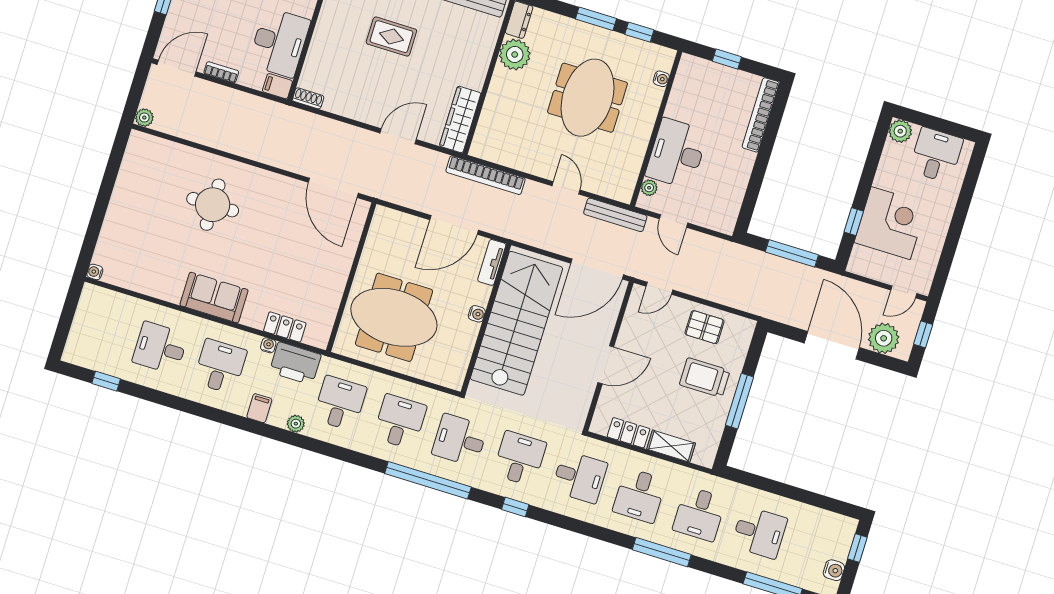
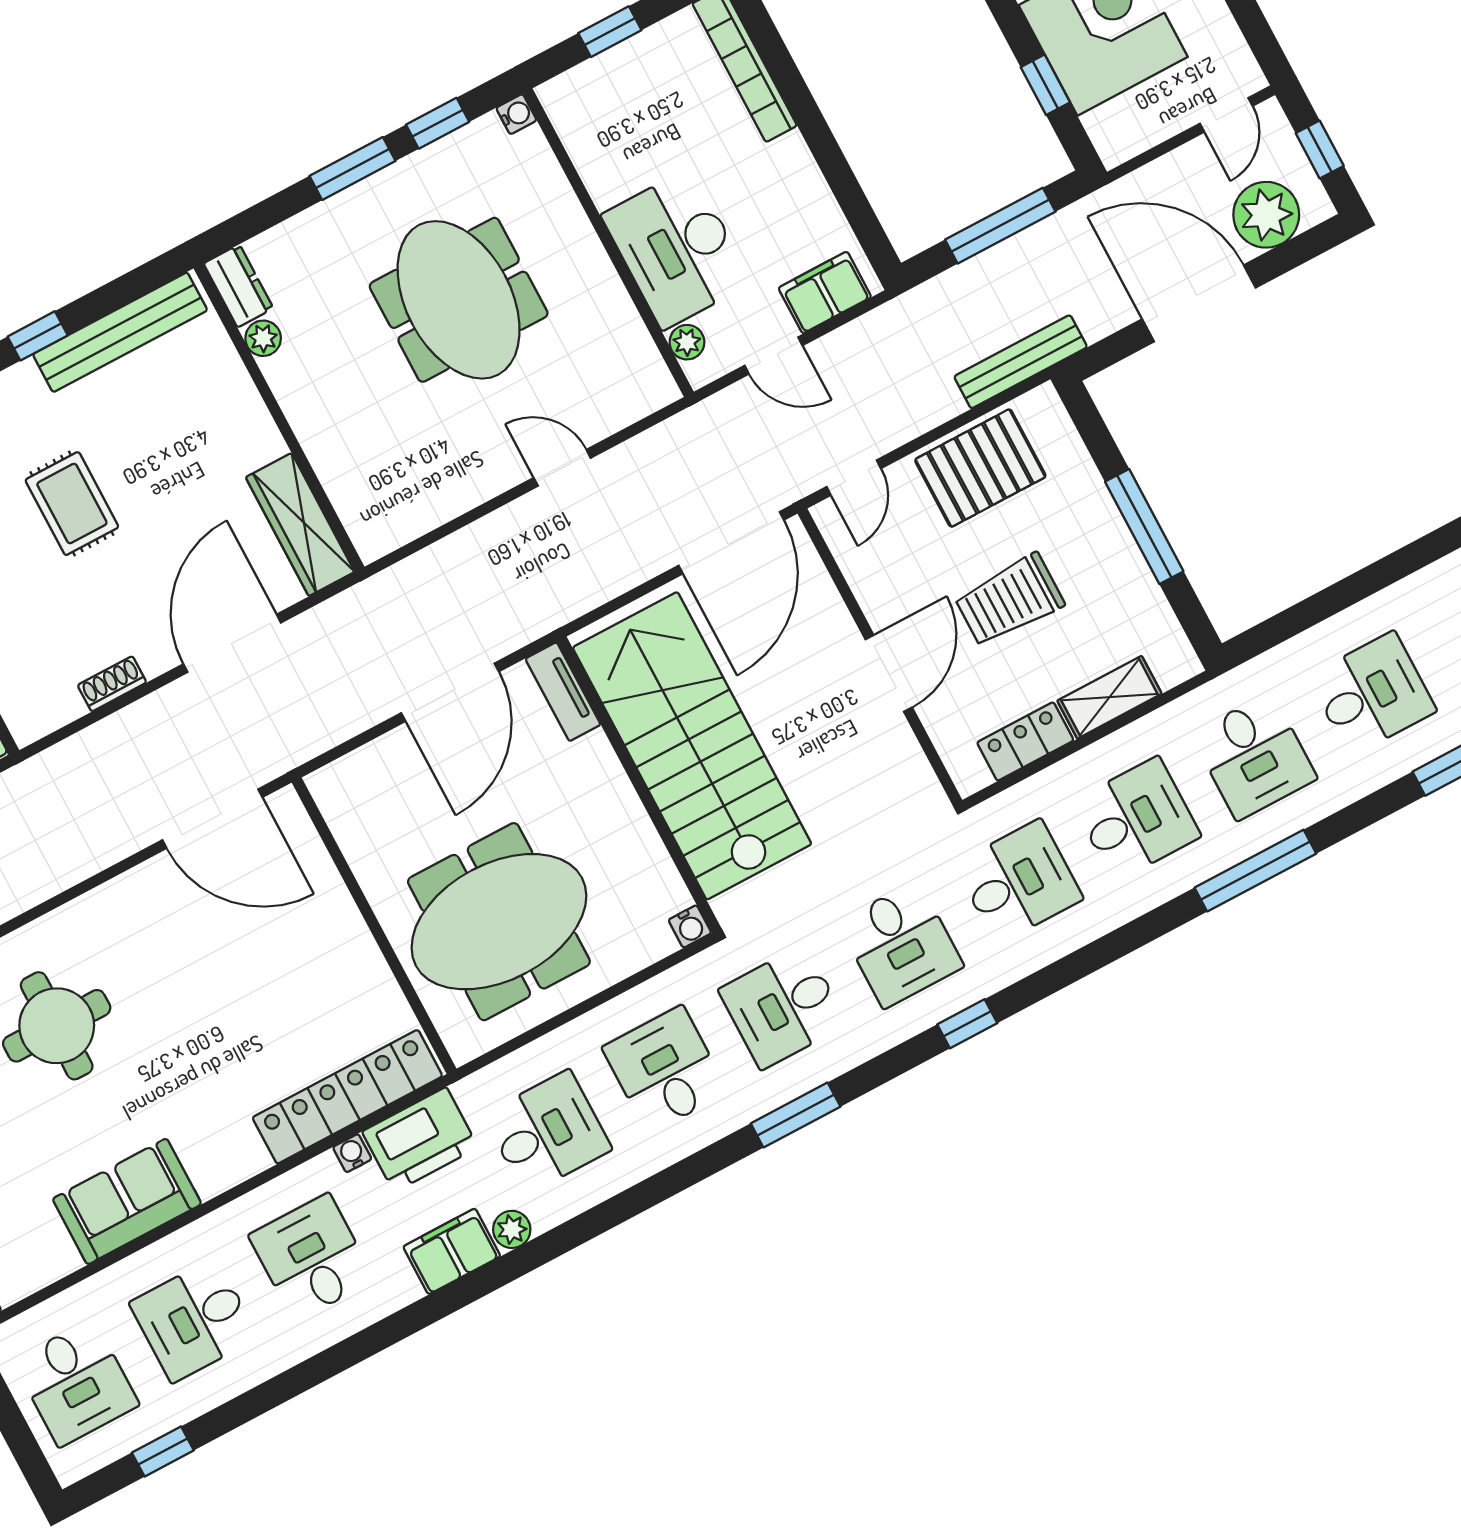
rug: (391, 37) -> (72, 504), turned 90
plant: (515, 54) -> (263, 338), width x0.53, depth x0.53
water cooler: (661, 79) -> (516, 114), moved
shoe rack: (308, 98) -> (112, 684), moved
door: (398, 136) -> (232, 643), width x1.36
bookcase: (486, 175) -> (422, 570), removed
bench: (615, 215) -> (1021, 362), moved
filing cabinet: (711, 217) -> (825, 292), added
sofa: (214, 298) -> (127, 1201), moved
water cooler: (477, 314) -> (690, 926), moved, turned 90
locker: (285, 327) -> (347, 1097), width x2.16, depth x1.21
pallet: (705, 327) -> (980, 468), width x1.50, depth x1.42
desk: (100, 330) -> (76, 1383), added
trolley: (705, 378) -> (1009, 600), moved
desk: (340, 403) -> (547, 1132), turned 90
filing cabinet: (259, 408) -> (452, 1251), width x2.00
desk: (520, 459) -> (901, 944), turned 180
window: (428, 480) -> (796, 1115), width x0.47
desk: (639, 495) -> (1136, 819), turned -90

